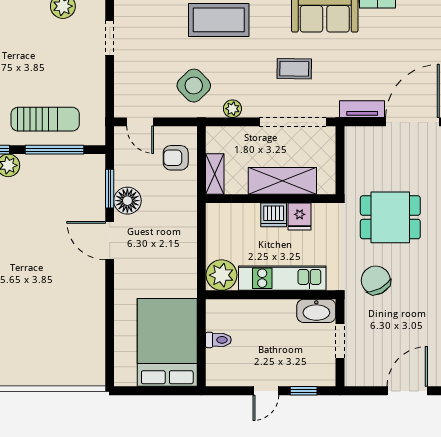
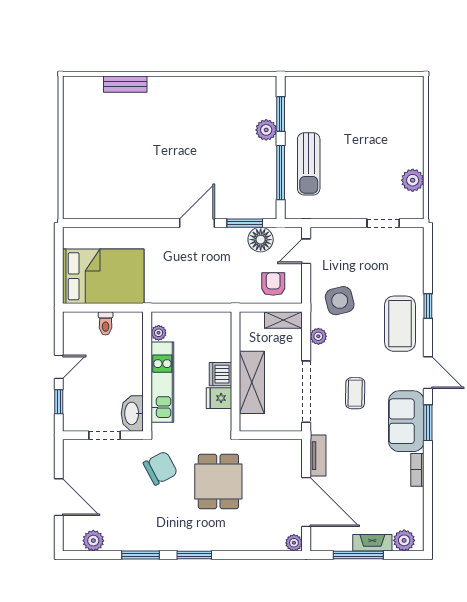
side table: (194, 86) -> (340, 301), turned 30
shelving: (215, 174) -> (283, 320), moved
floor lamp: (127, 201) -> (261, 240), moved
plant: (221, 275) -> (159, 333), width x0.53, depth x0.53
door: (266, 391) -> (59, 367), swing flipped

